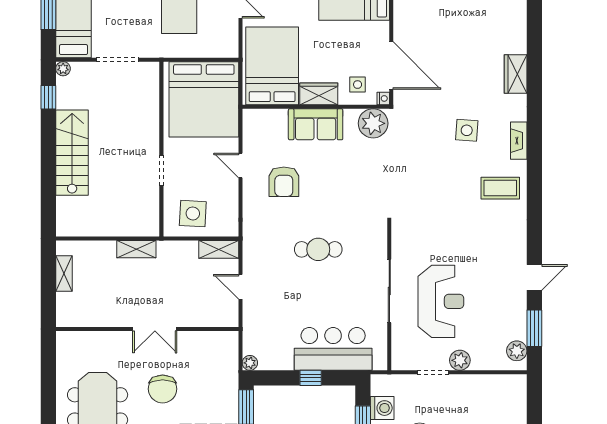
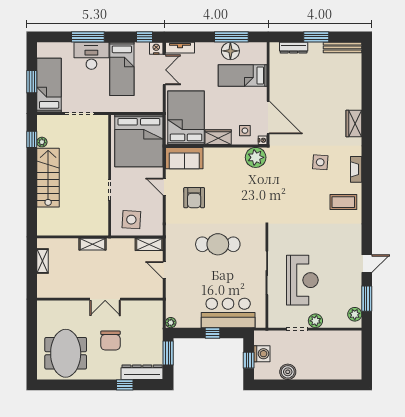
plant: (63, 69) -> (42, 142), moved
sofa: (316, 124) -> (184, 158), moved
cafe table: (318, 249) -> (218, 244), width x1.37, depth x1.35

